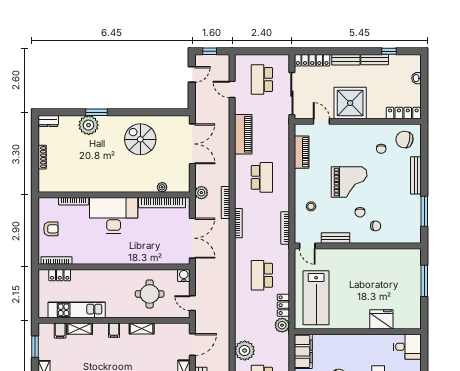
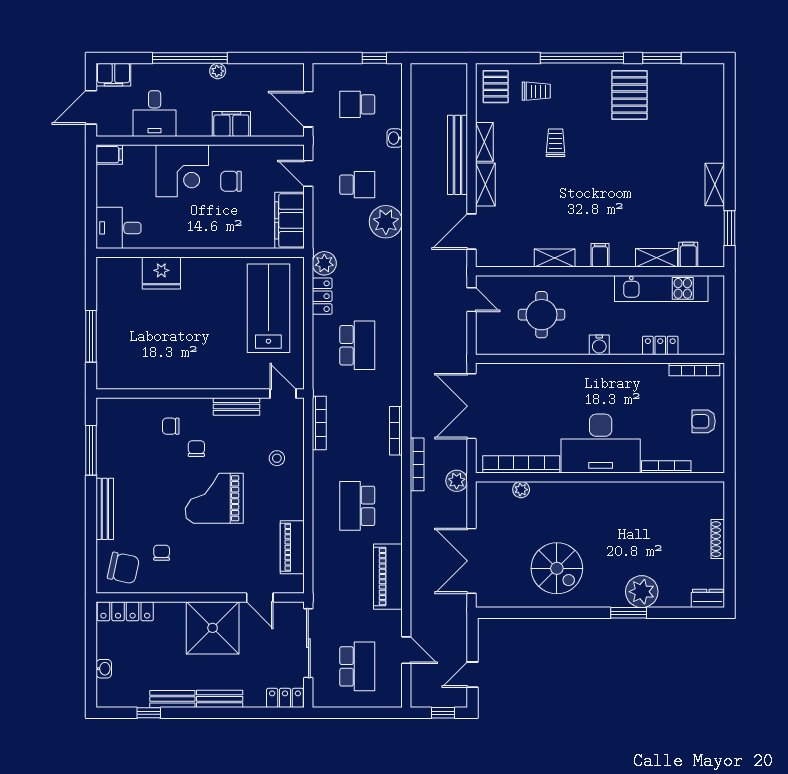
locker: (312, 60) -> (285, 698), width x0.66
locker: (60, 275) -> (660, 345), moved
water cooler: (184, 275) -> (599, 345), moved

